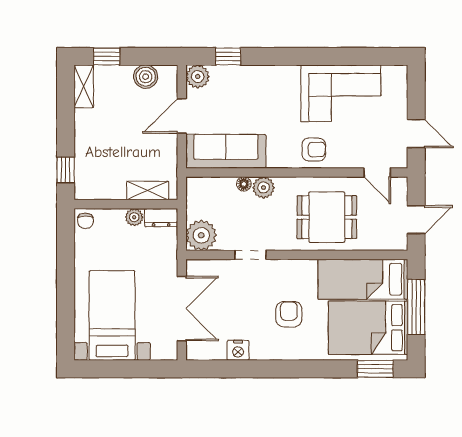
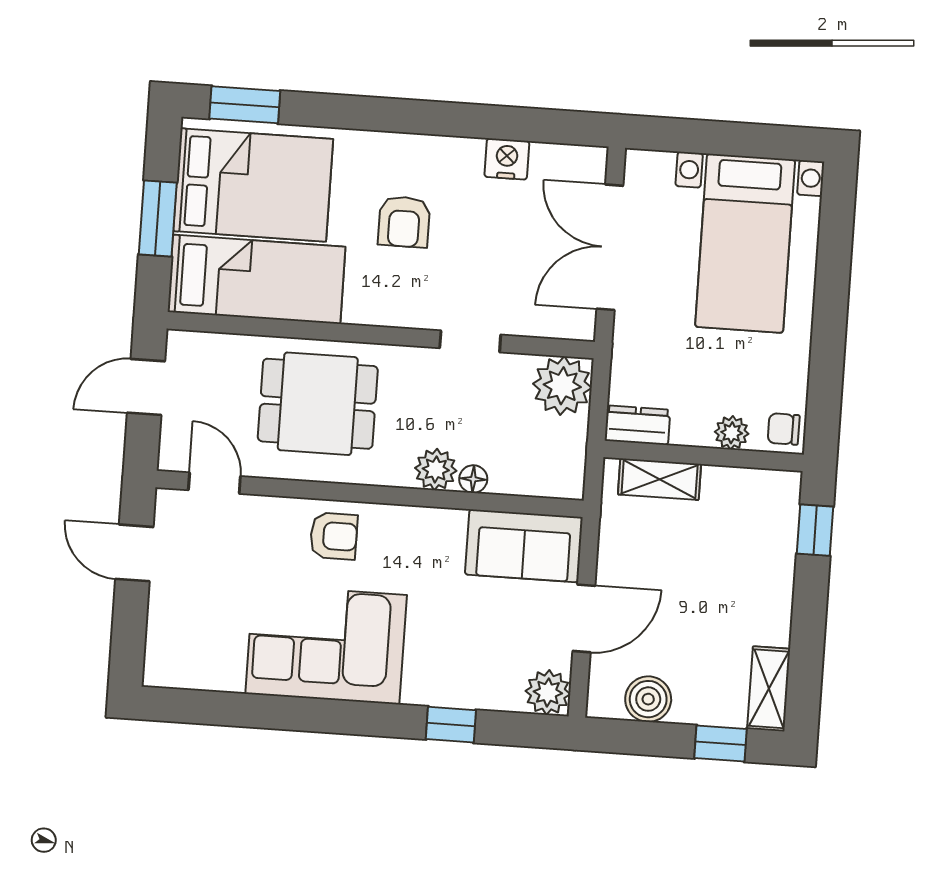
window: (228, 56) -> (451, 725), moved
corner sofa: (341, 93) -> (326, 644), moved
armchair: (314, 149) -> (334, 536), turned 180
sofa: (226, 151) -> (524, 546), width x0.73
plant: (134, 217) -> (732, 433), moved
chair: (85, 221) -> (784, 429), turned -90
window: (416, 307) -> (158, 218), width x0.69

